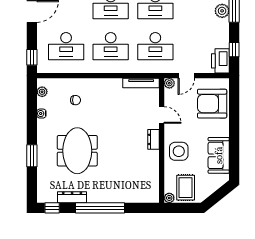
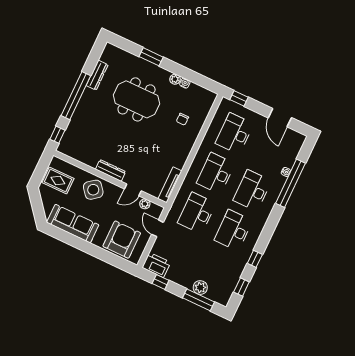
plant: (169, 83) -> (145, 204), moved
plant: (42, 92) -> (175, 79), moved
dresser: (154, 139) -> (111, 170), width x1.44
side table: (179, 151) -> (93, 190), turned -38
sofa: (219, 155) -> (73, 224), width x1.36
plant: (169, 198) -> (56, 162), removed
window: (52, 208) -> (57, 135), moved

